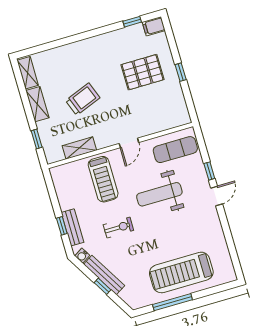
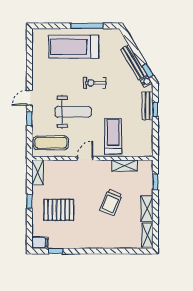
trolley: (83, 99) -> (111, 202), turned -46
shelving: (181, 109) -> (38, 172), added
exercise bike: (118, 228) -> (95, 83), moved
treadmill: (181, 272) -> (74, 47), turned 180
window: (103, 286) -> (148, 71), moved

